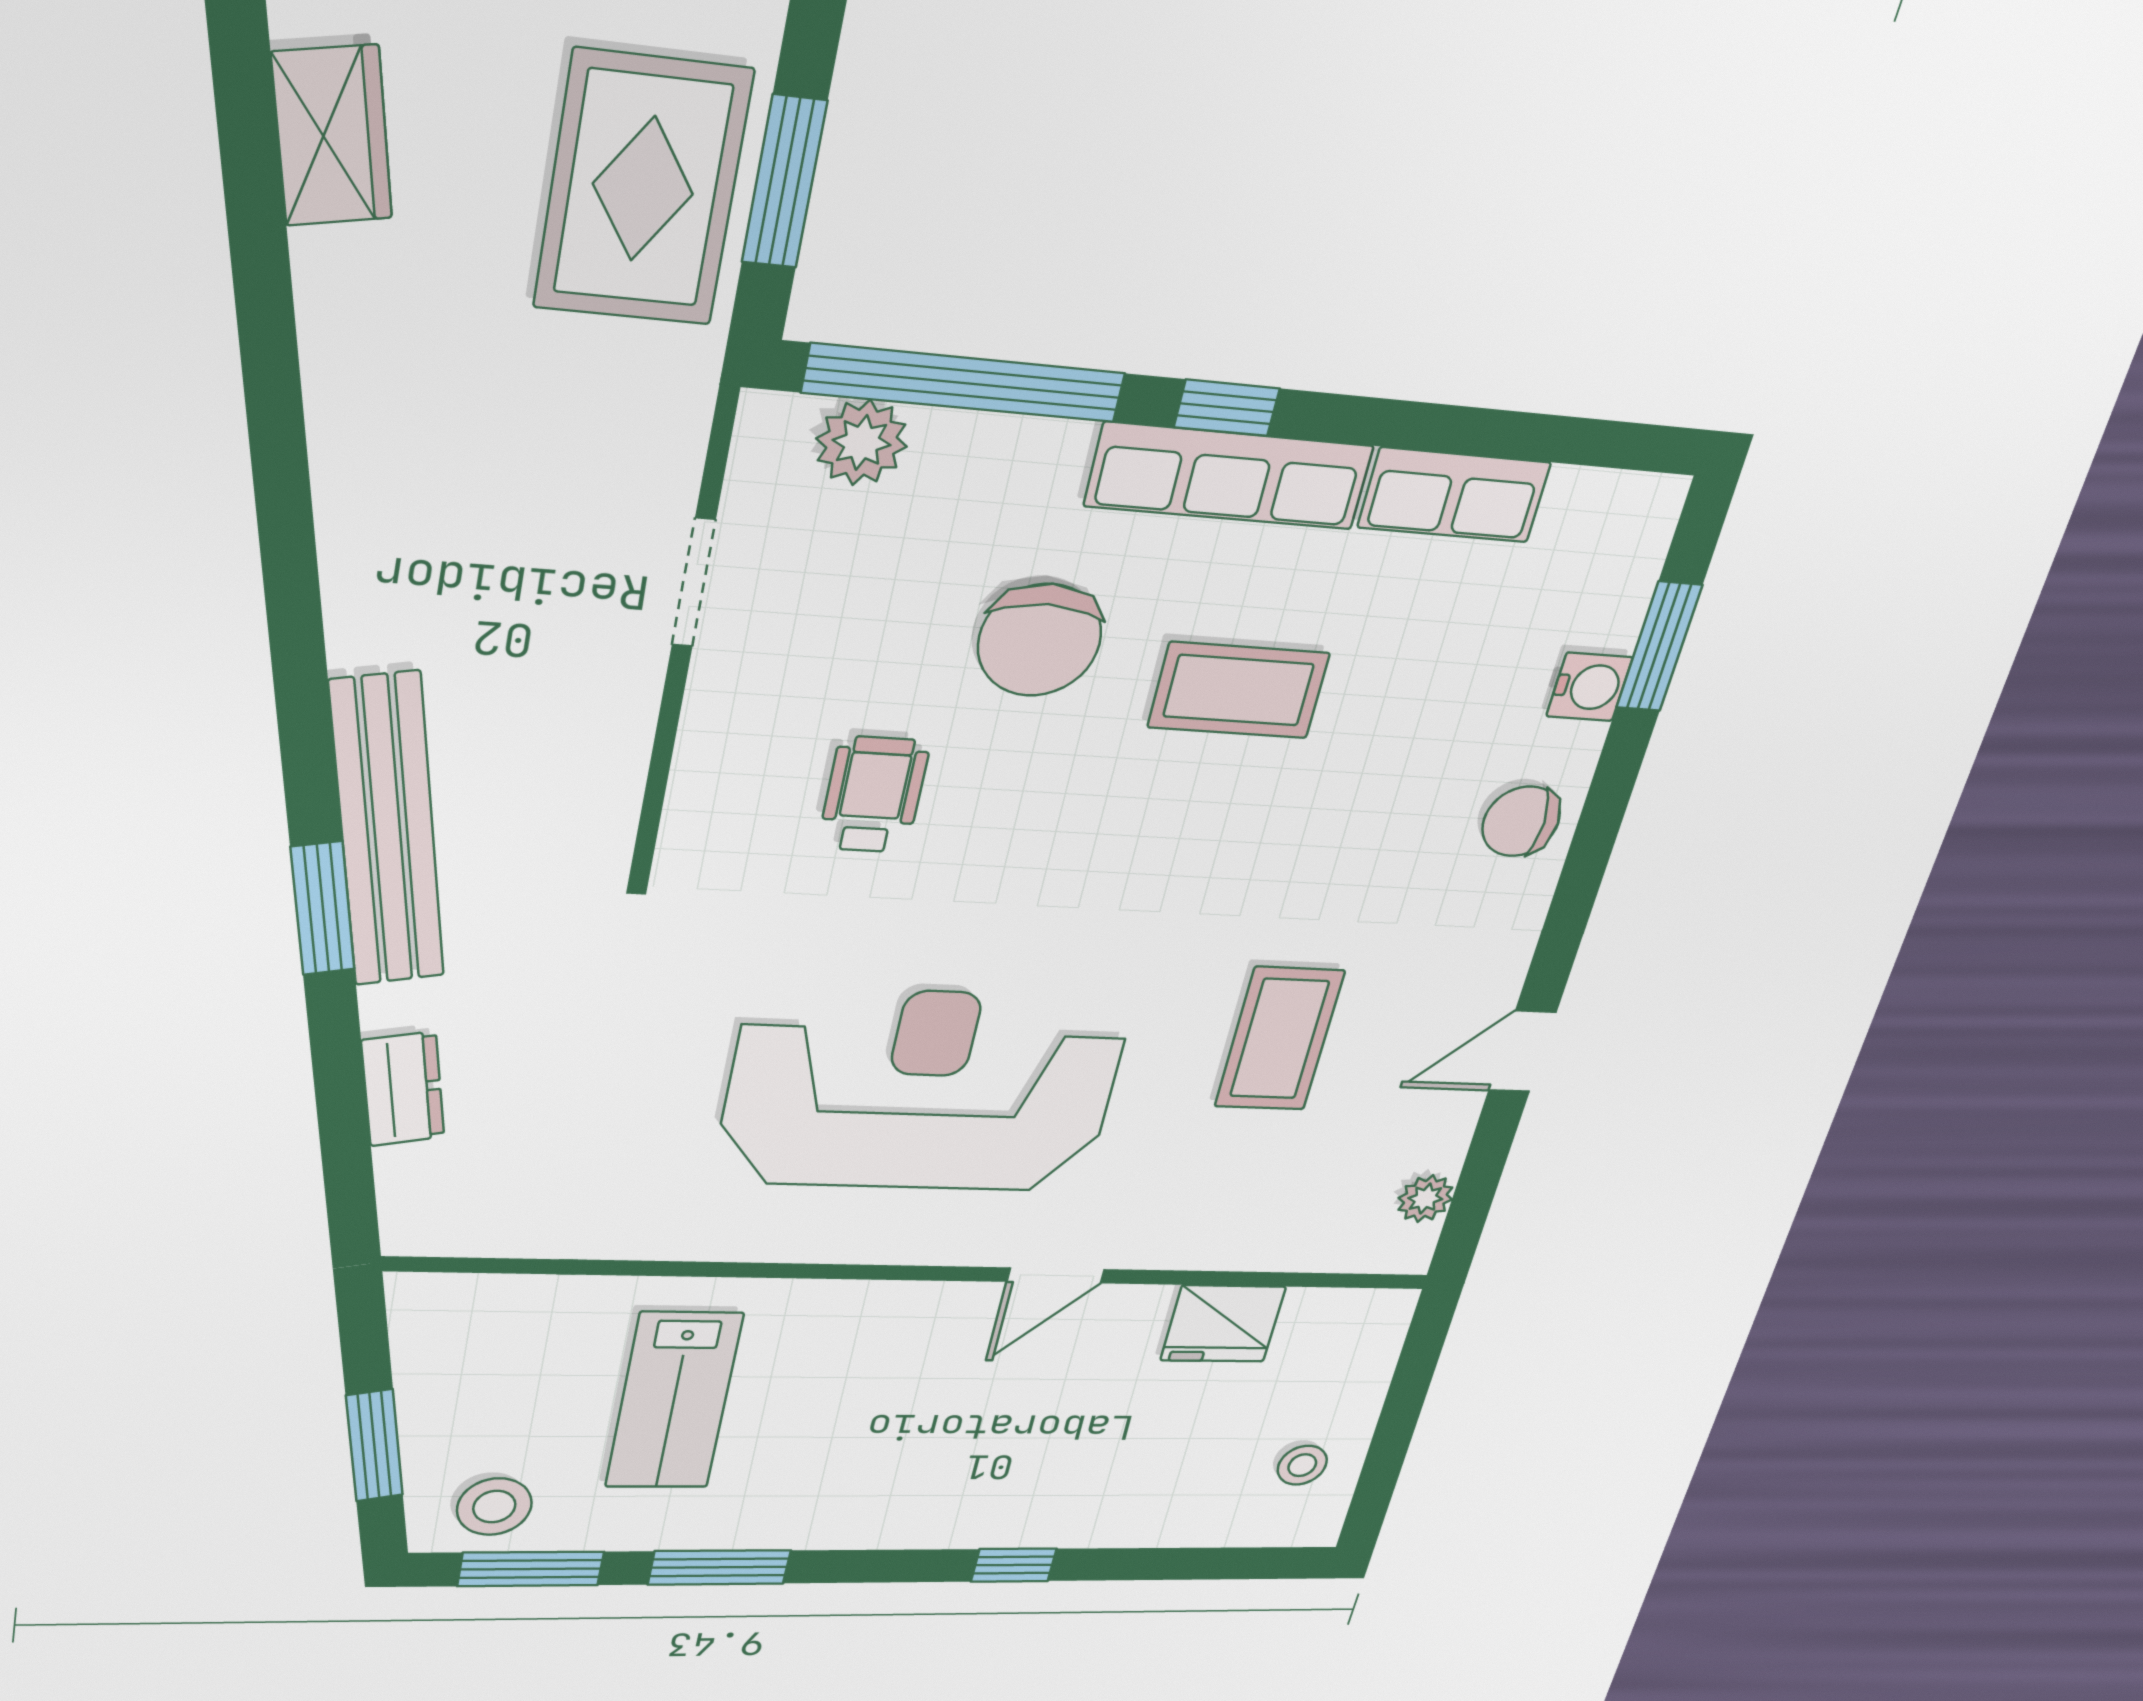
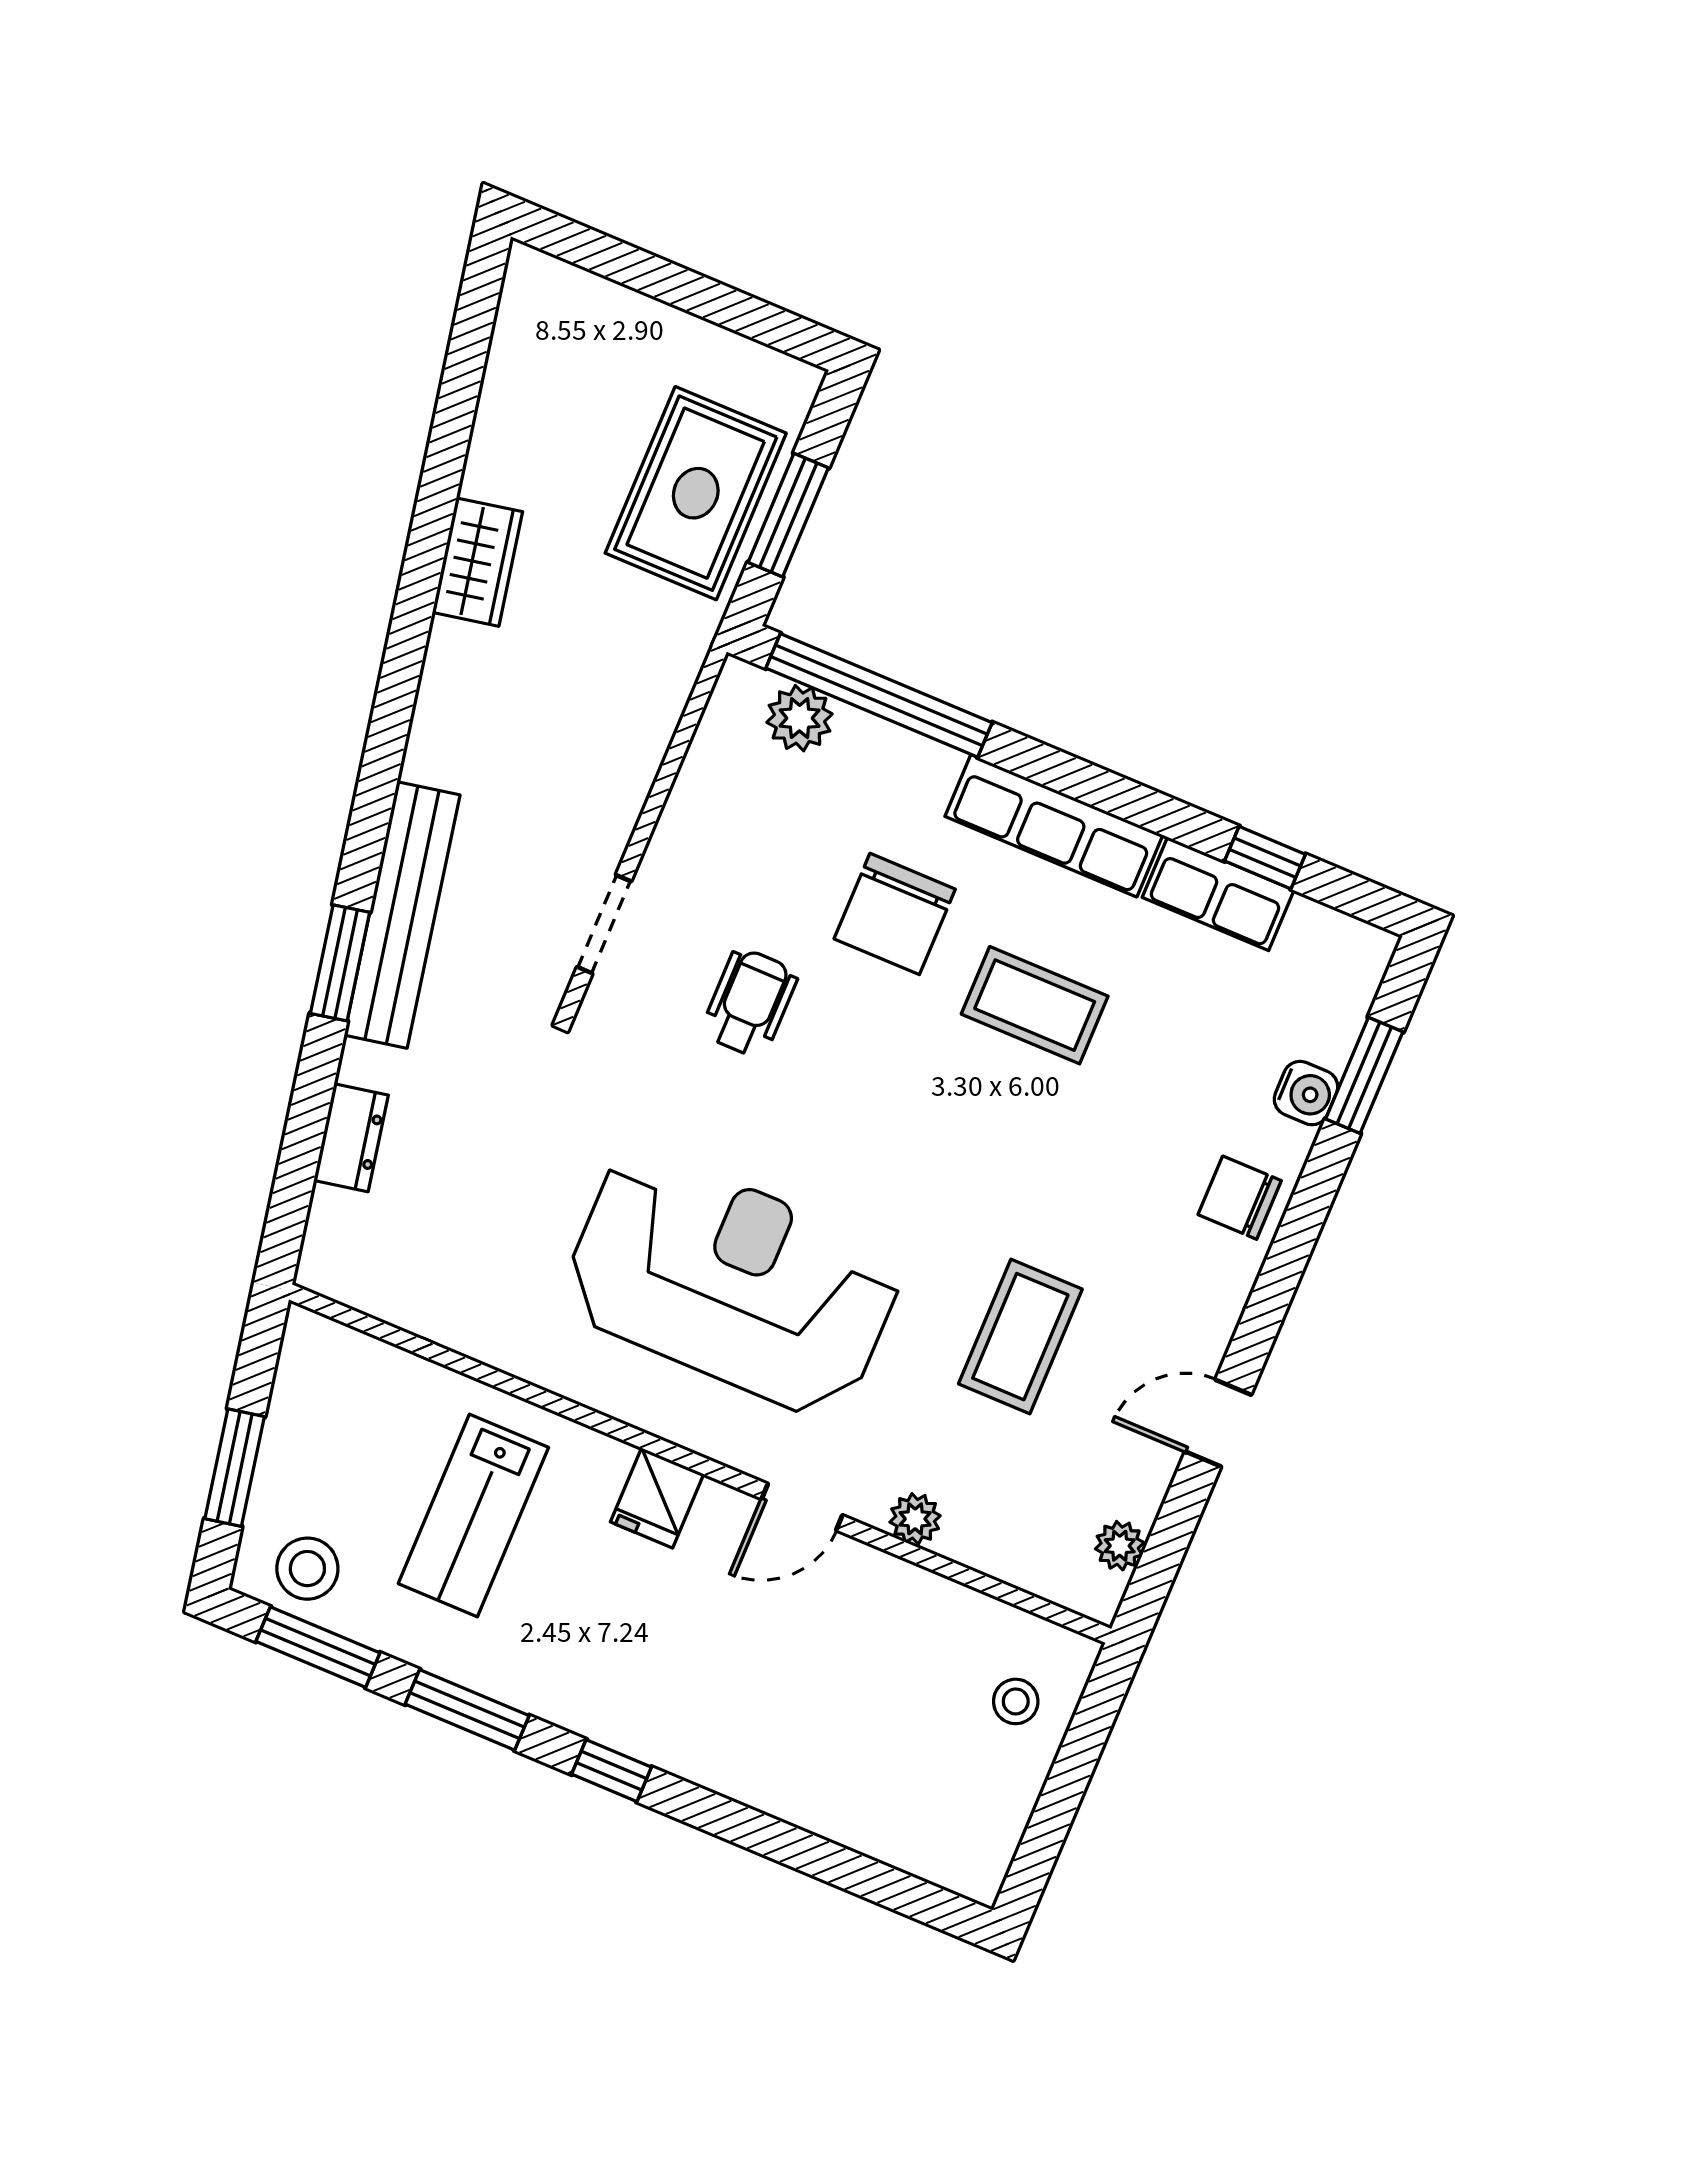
wardrobe: (332, 136) -> (478, 562), moved
window: (1227, 408) -> (1265, 858), moved
doorway: (694, 583) -> (604, 924), moved
plant: (1188, 1246) -> (915, 1519), added
fridge: (1223, 1324) -> (657, 1498), moved, width x0.72
stool: (1302, 1465) -> (1016, 1701), moved
window: (1014, 1565) -> (611, 1771), moved

